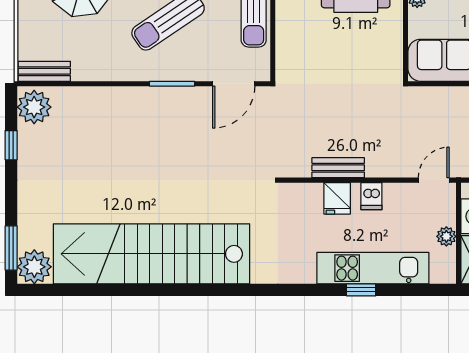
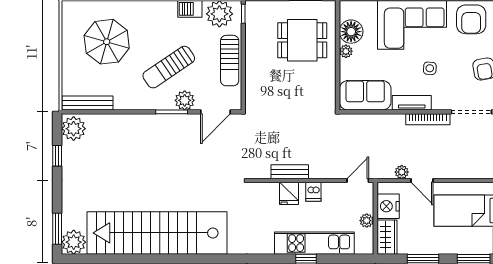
plant: (190, 67) -> (185, 100), added
bench: (44, 71) -> (87, 103), width x1.36

